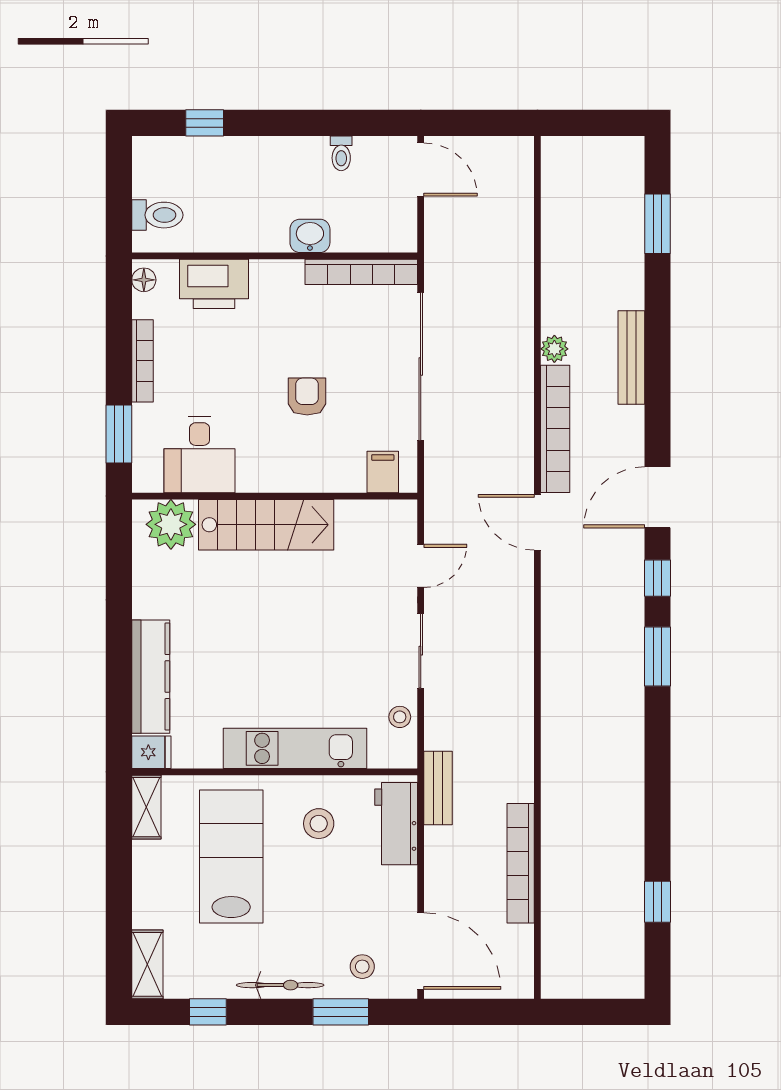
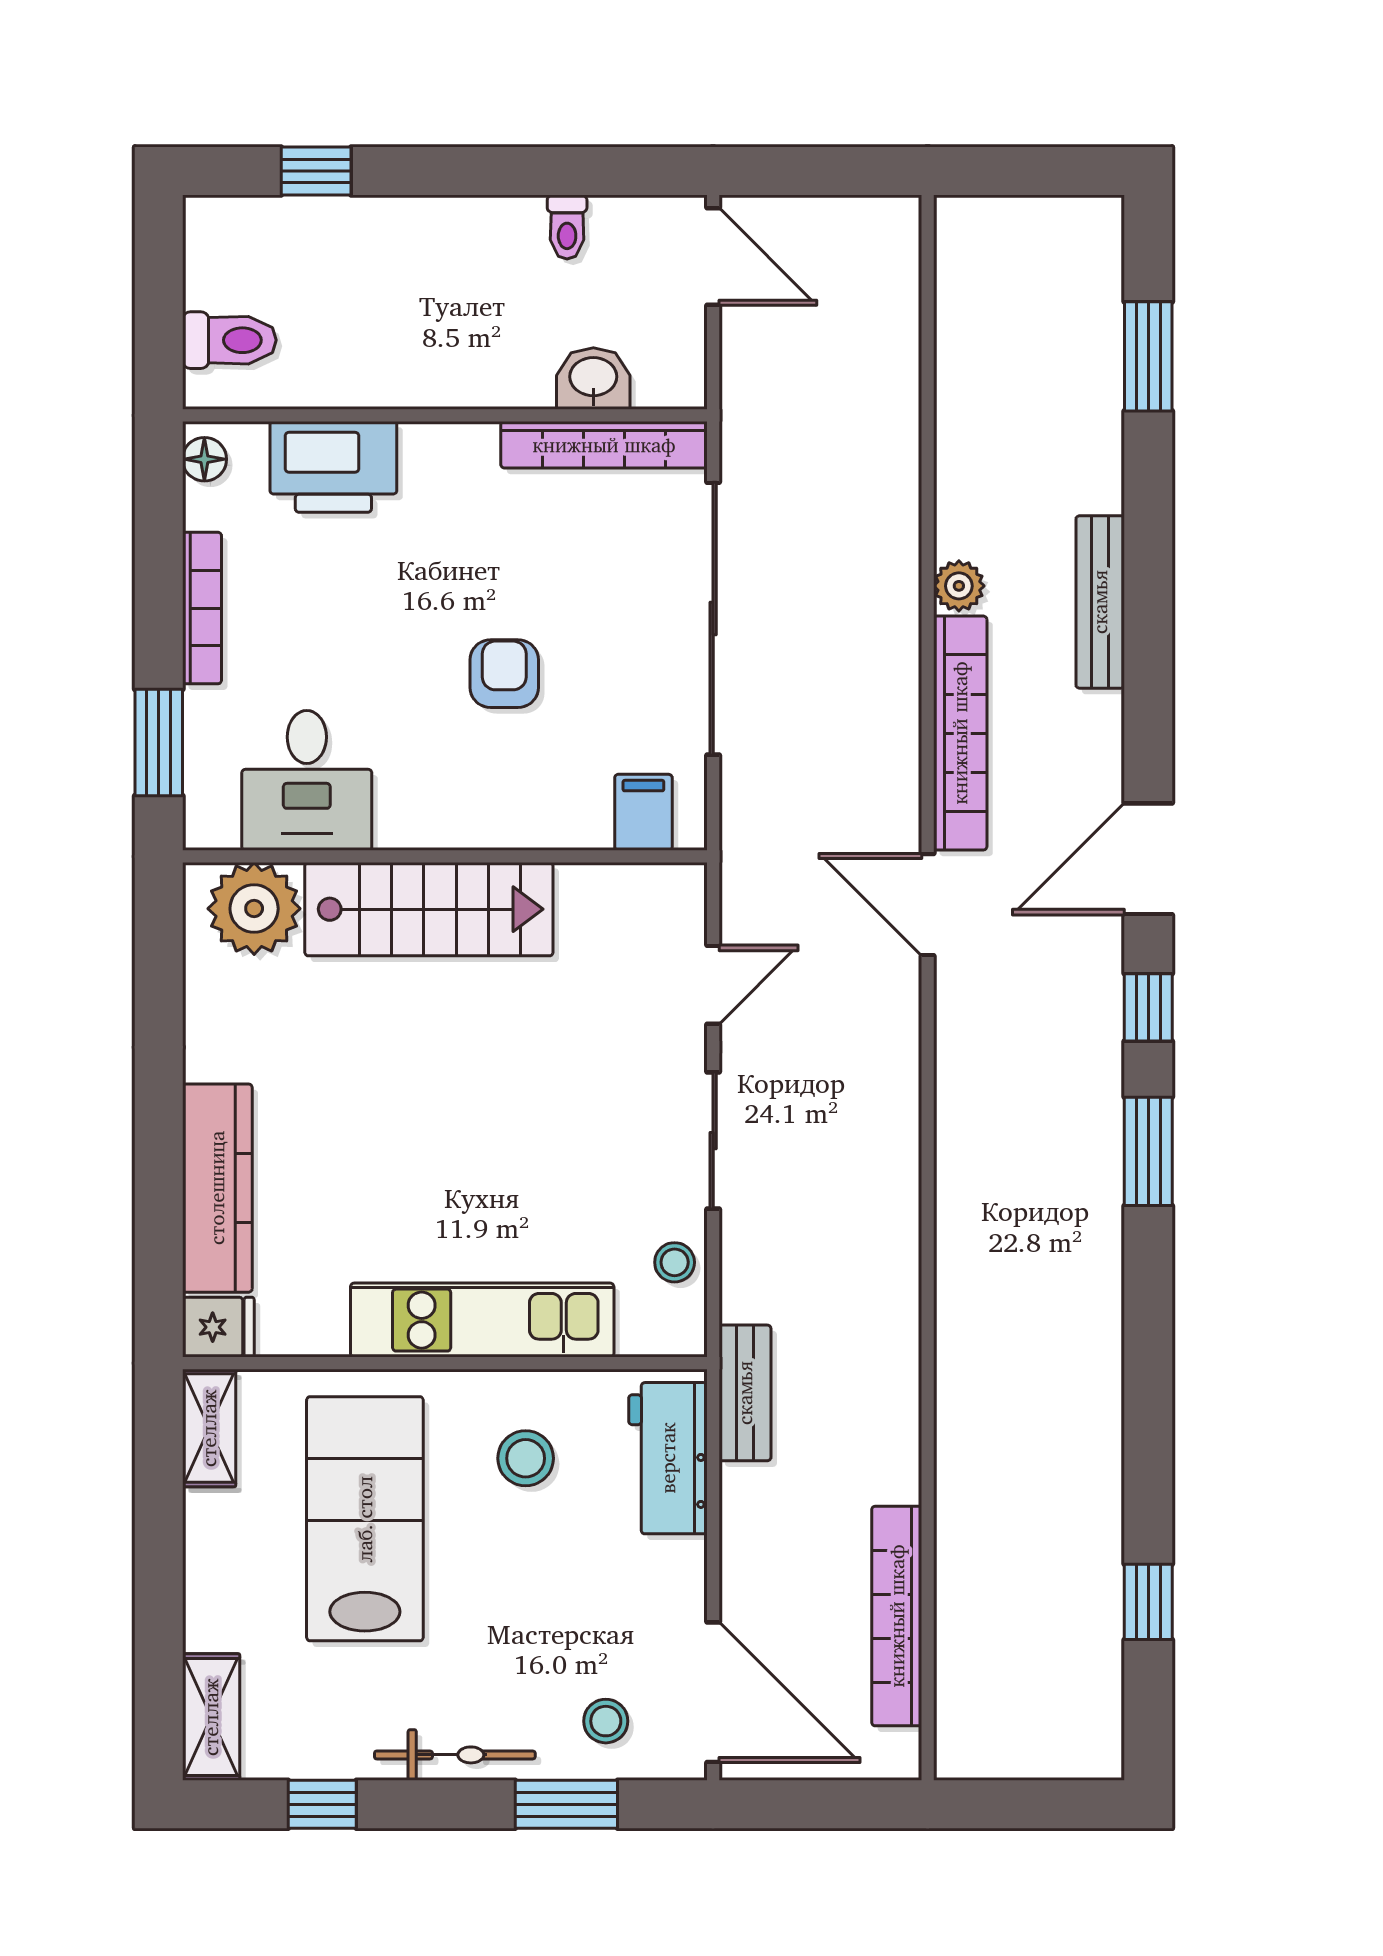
washbasin: (310, 236) -> (593, 378), moved
bookcase: (521, 863) -> (897, 1616), moved

